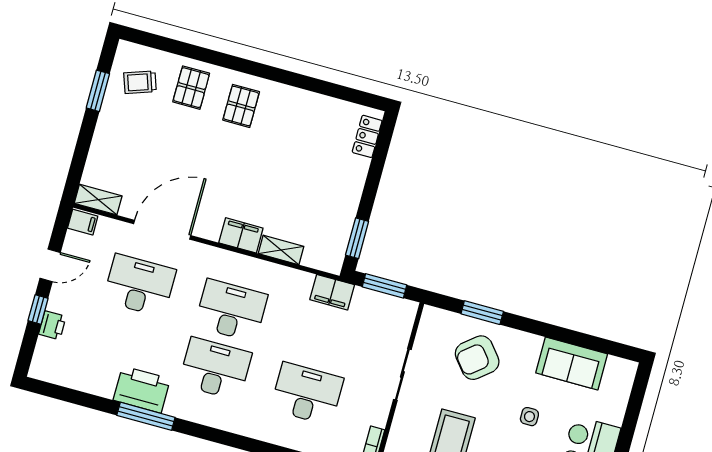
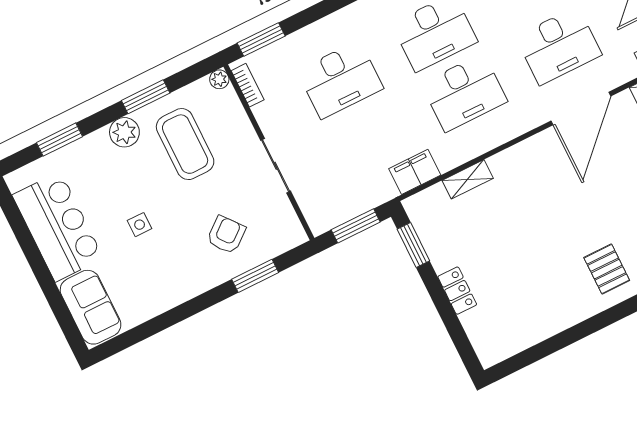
locker: (367, 136) -> (457, 291), moved
filing cabinet: (241, 235) -> (512, 162), removed
filing cabinet: (332, 292) -> (415, 172), moved
armchair: (477, 358) -> (226, 235), width x0.72, depth x0.72
sofa: (572, 363) -> (91, 307), moved, turned 90

